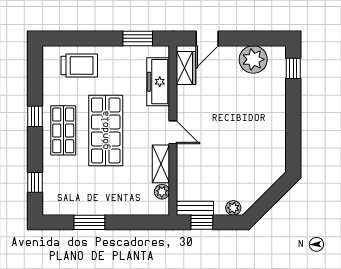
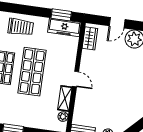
door: (207, 38) -> (117, 23), moved
freezer: (158, 82) -> (64, 27), moved, turned -90

